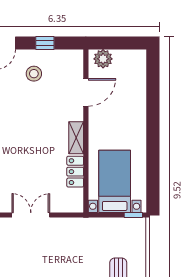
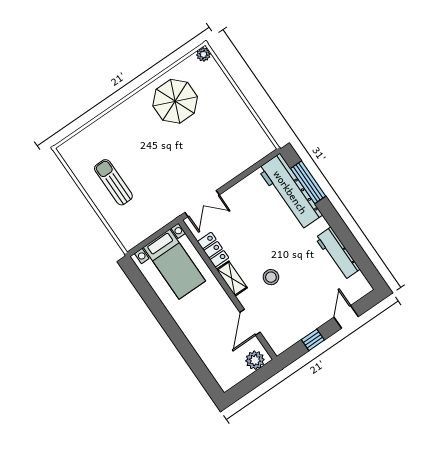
stool: (34, 74) -> (271, 277), moved
double door: (31, 215) -> (202, 204), moved
window: (133, 215) -> (139, 247), removed

